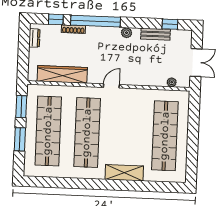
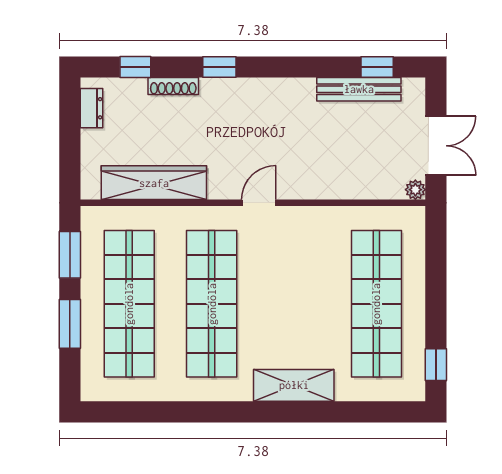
window: (95, 21) -> (219, 67), width x0.32
plant: (126, 33) -> (286, 89), removed
bench: (156, 34) -> (359, 89), width x1.36
plant: (172, 82) -> (415, 190), moved
window: (192, 166) -> (436, 365), added

